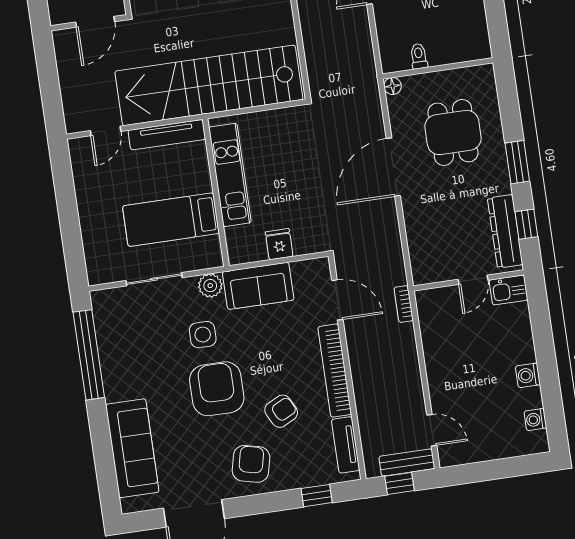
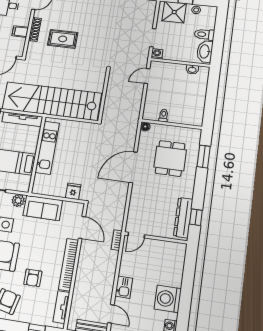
window: (517, 162) -> (204, 156), moved
fridge: (279, 244) -> (73, 191), moved
door: (473, 280) -> (136, 235), moved
kitchen sink: (509, 290) -> (124, 287), moved, turned -90
washing machine: (528, 375) -> (168, 299), width x1.89, depth x1.89
armchair: (281, 411) -> (33, 278), turned 117

